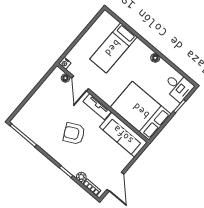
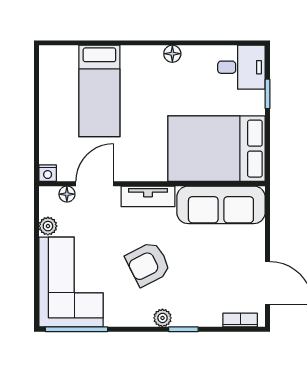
door: (80, 83) -> (95, 184), swing flipped
plant: (47, 84) -> (48, 226), added
corner sofa: (37, 115) -> (71, 282), added
plant: (81, 177) -> (162, 318), moved

